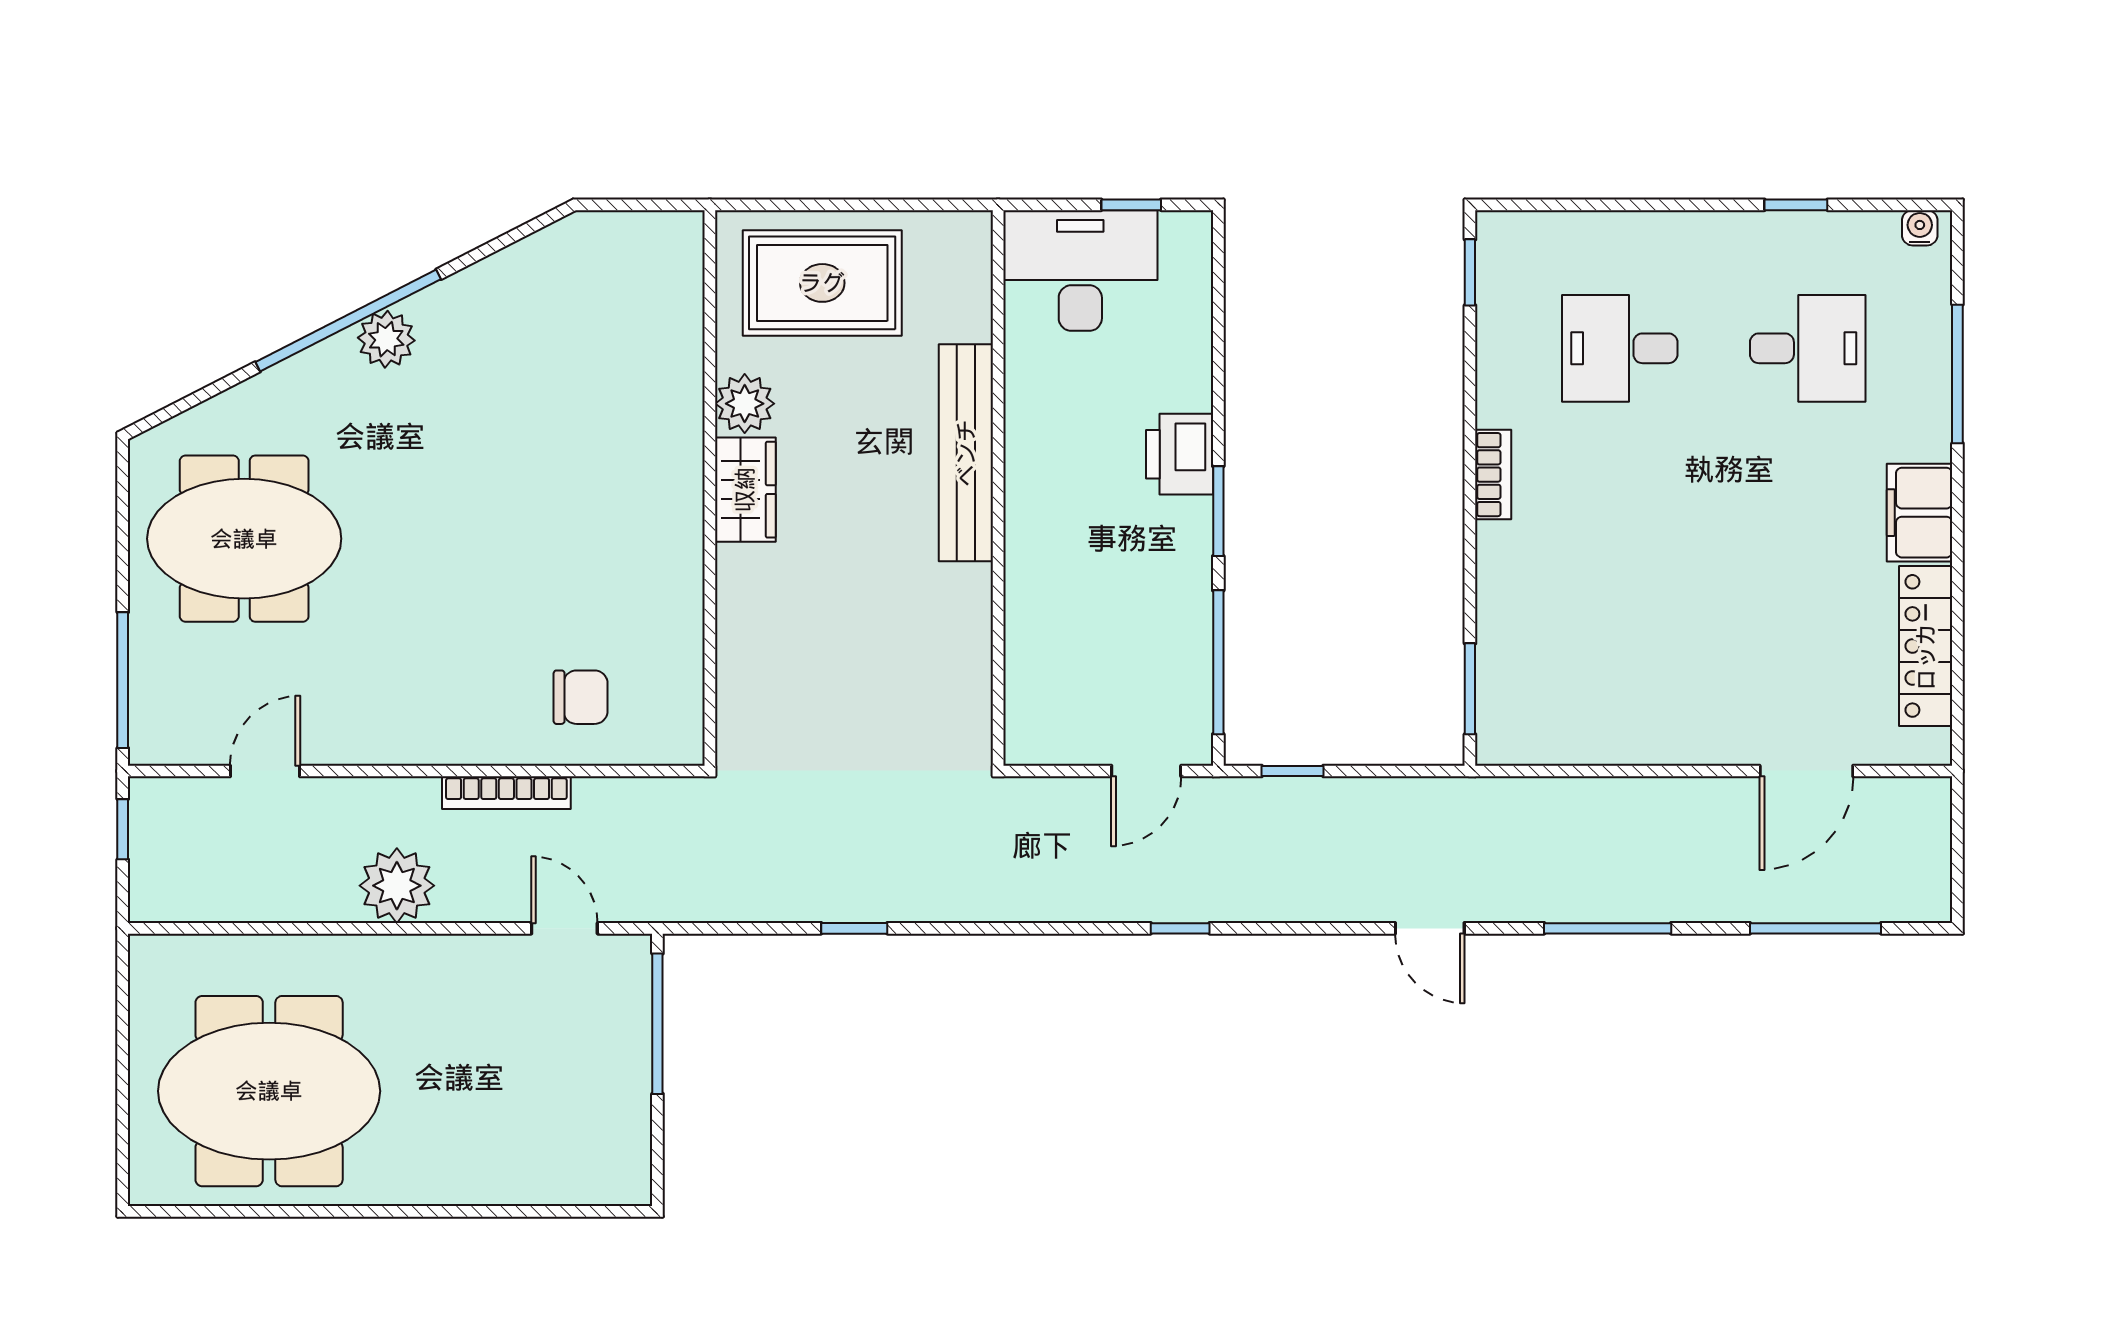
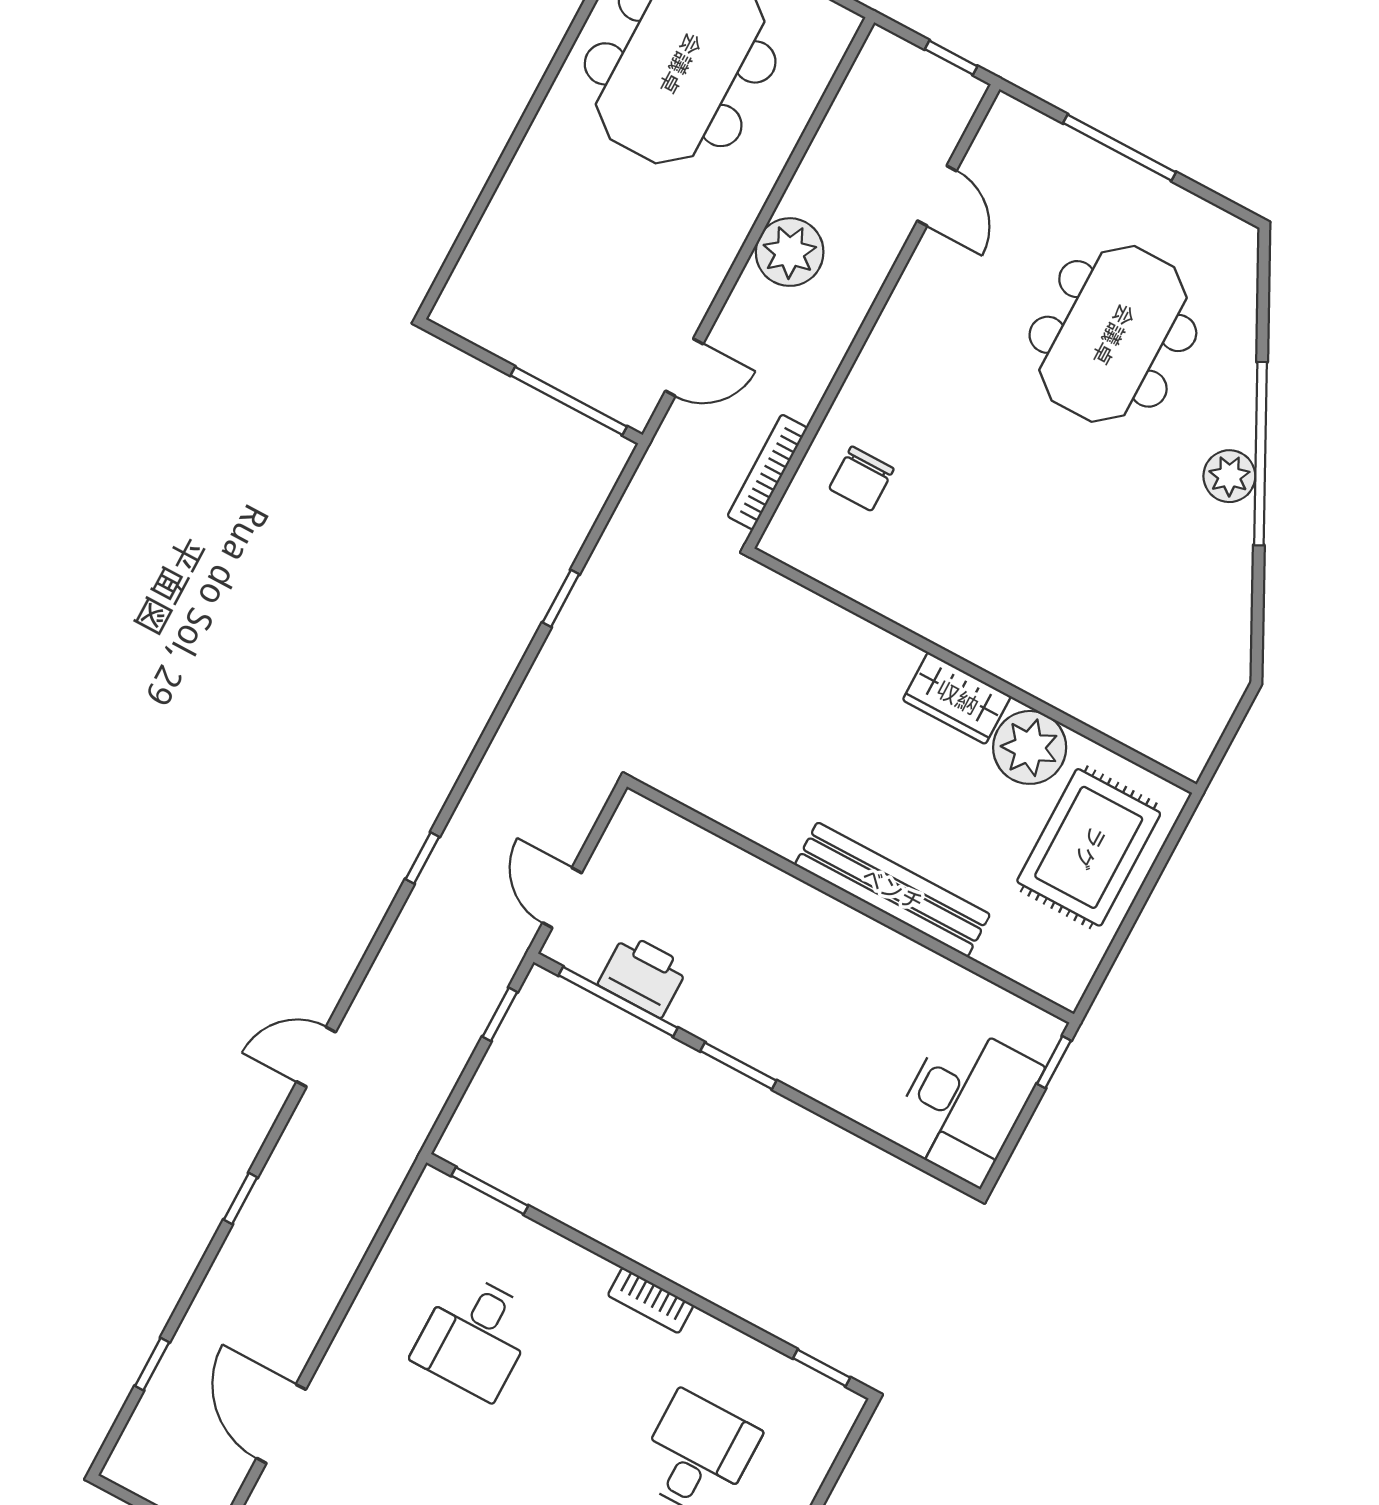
window: (1131, 205) -> (1054, 1062), moved
desk: (1080, 271) -> (965, 1103), moved
plant: (745, 404) -> (1030, 747), width x1.36, depth x1.36
printer: (1180, 454) -> (643, 975), moved
meeting table: (244, 539) -> (1113, 334), moved
desk: (1620, 628) -> (475, 1336), added
window: (123, 680) -> (1120, 148), moved
bookcase: (506, 793) -> (767, 472), moved
window: (1608, 928) -> (241, 1199), width x0.46
window: (1815, 928) -> (152, 1364), width x0.46

